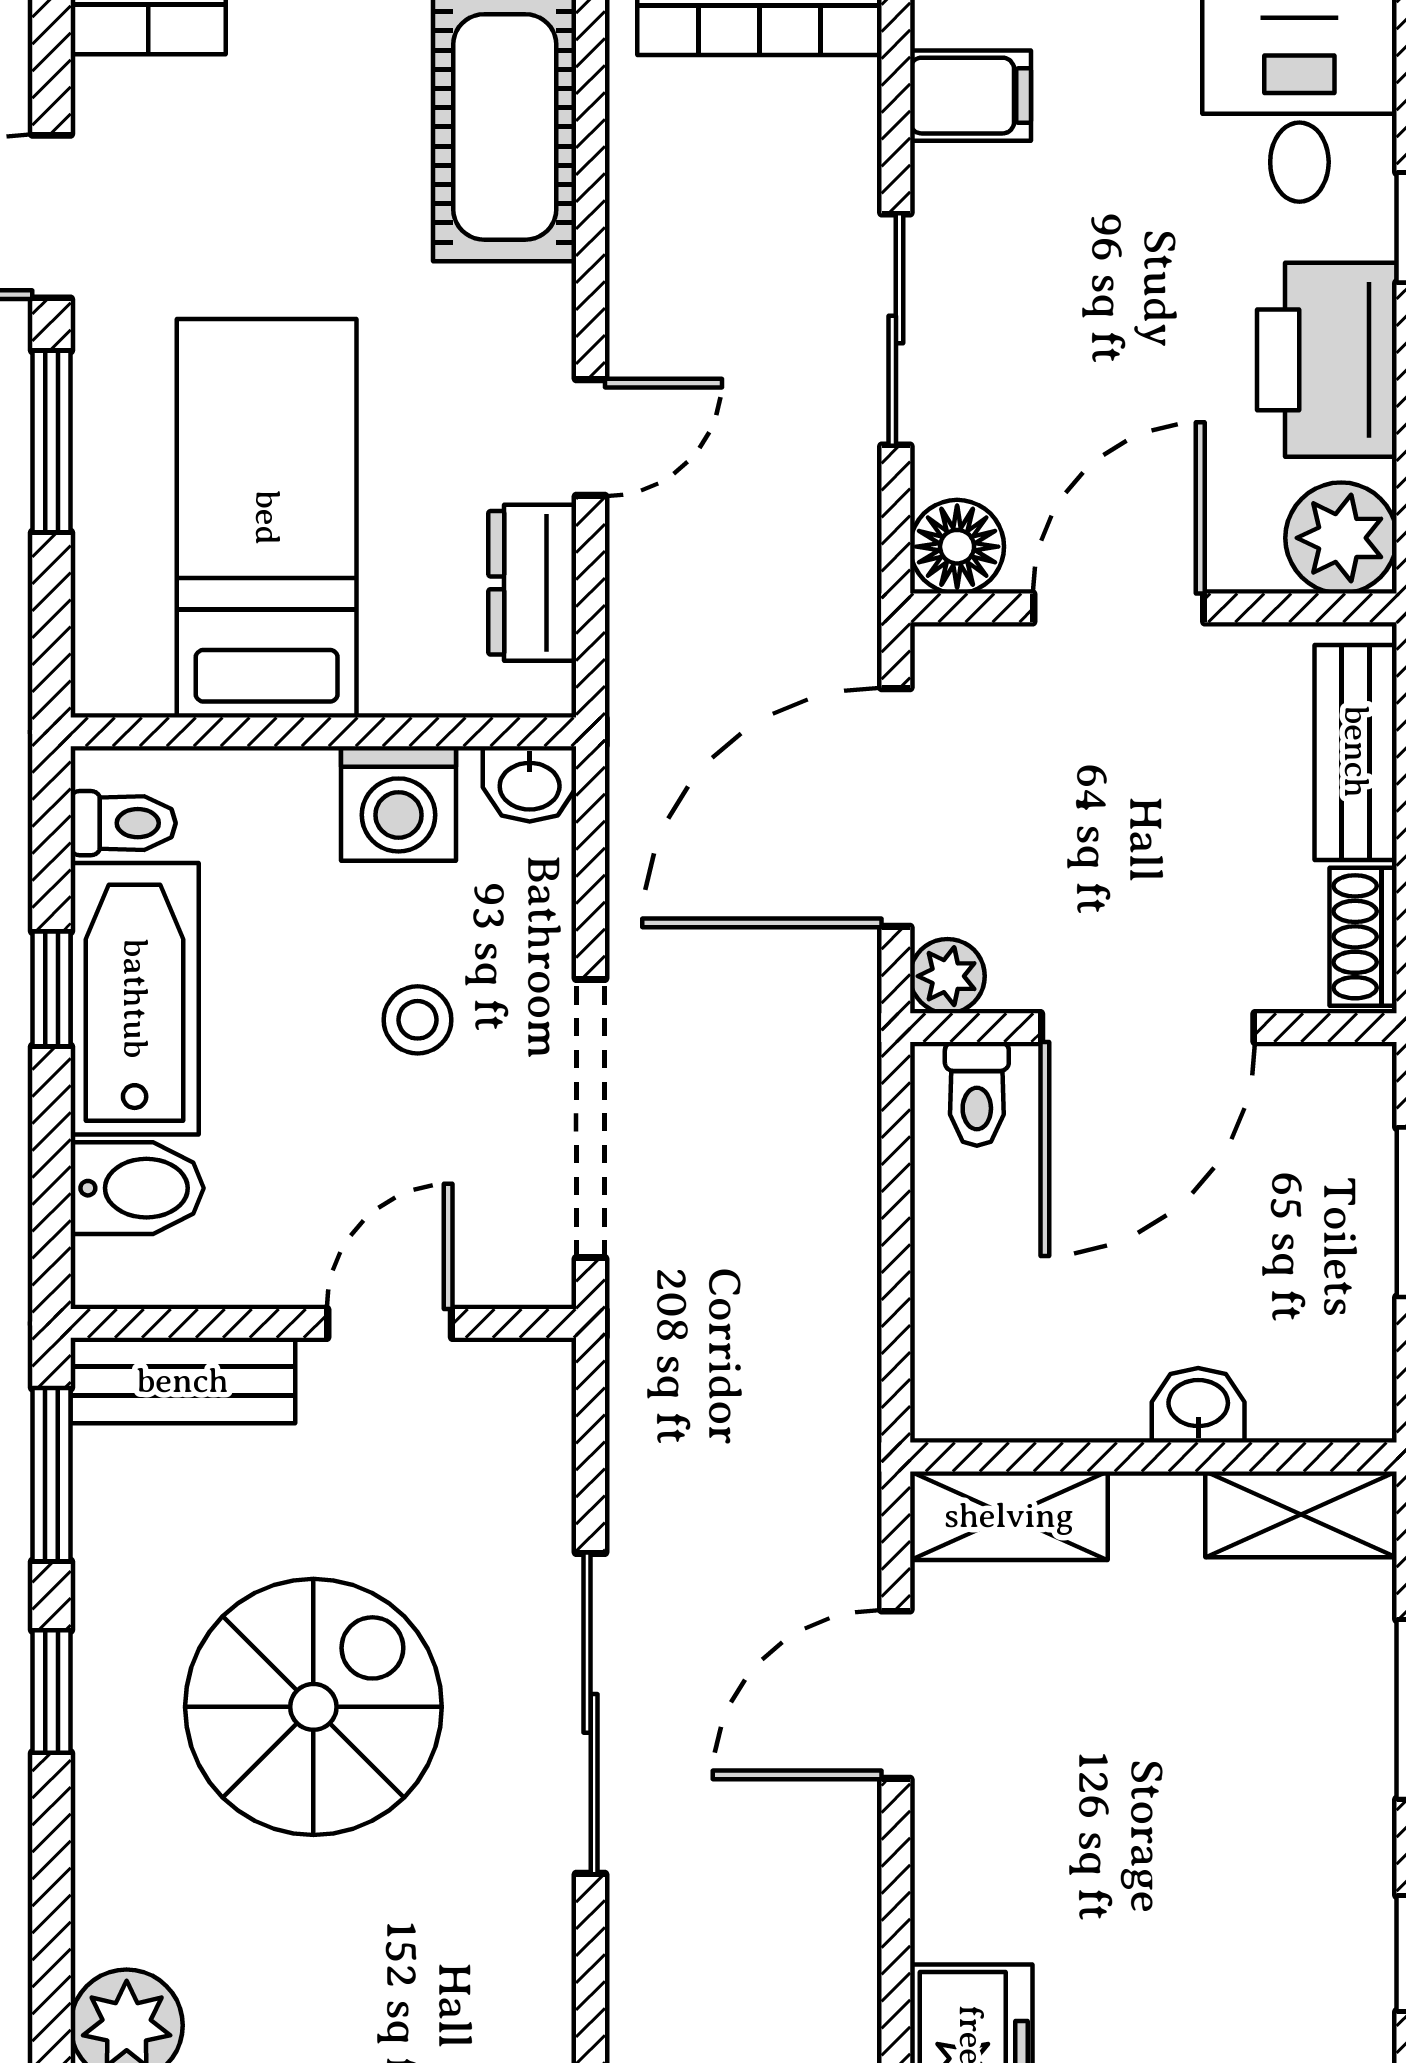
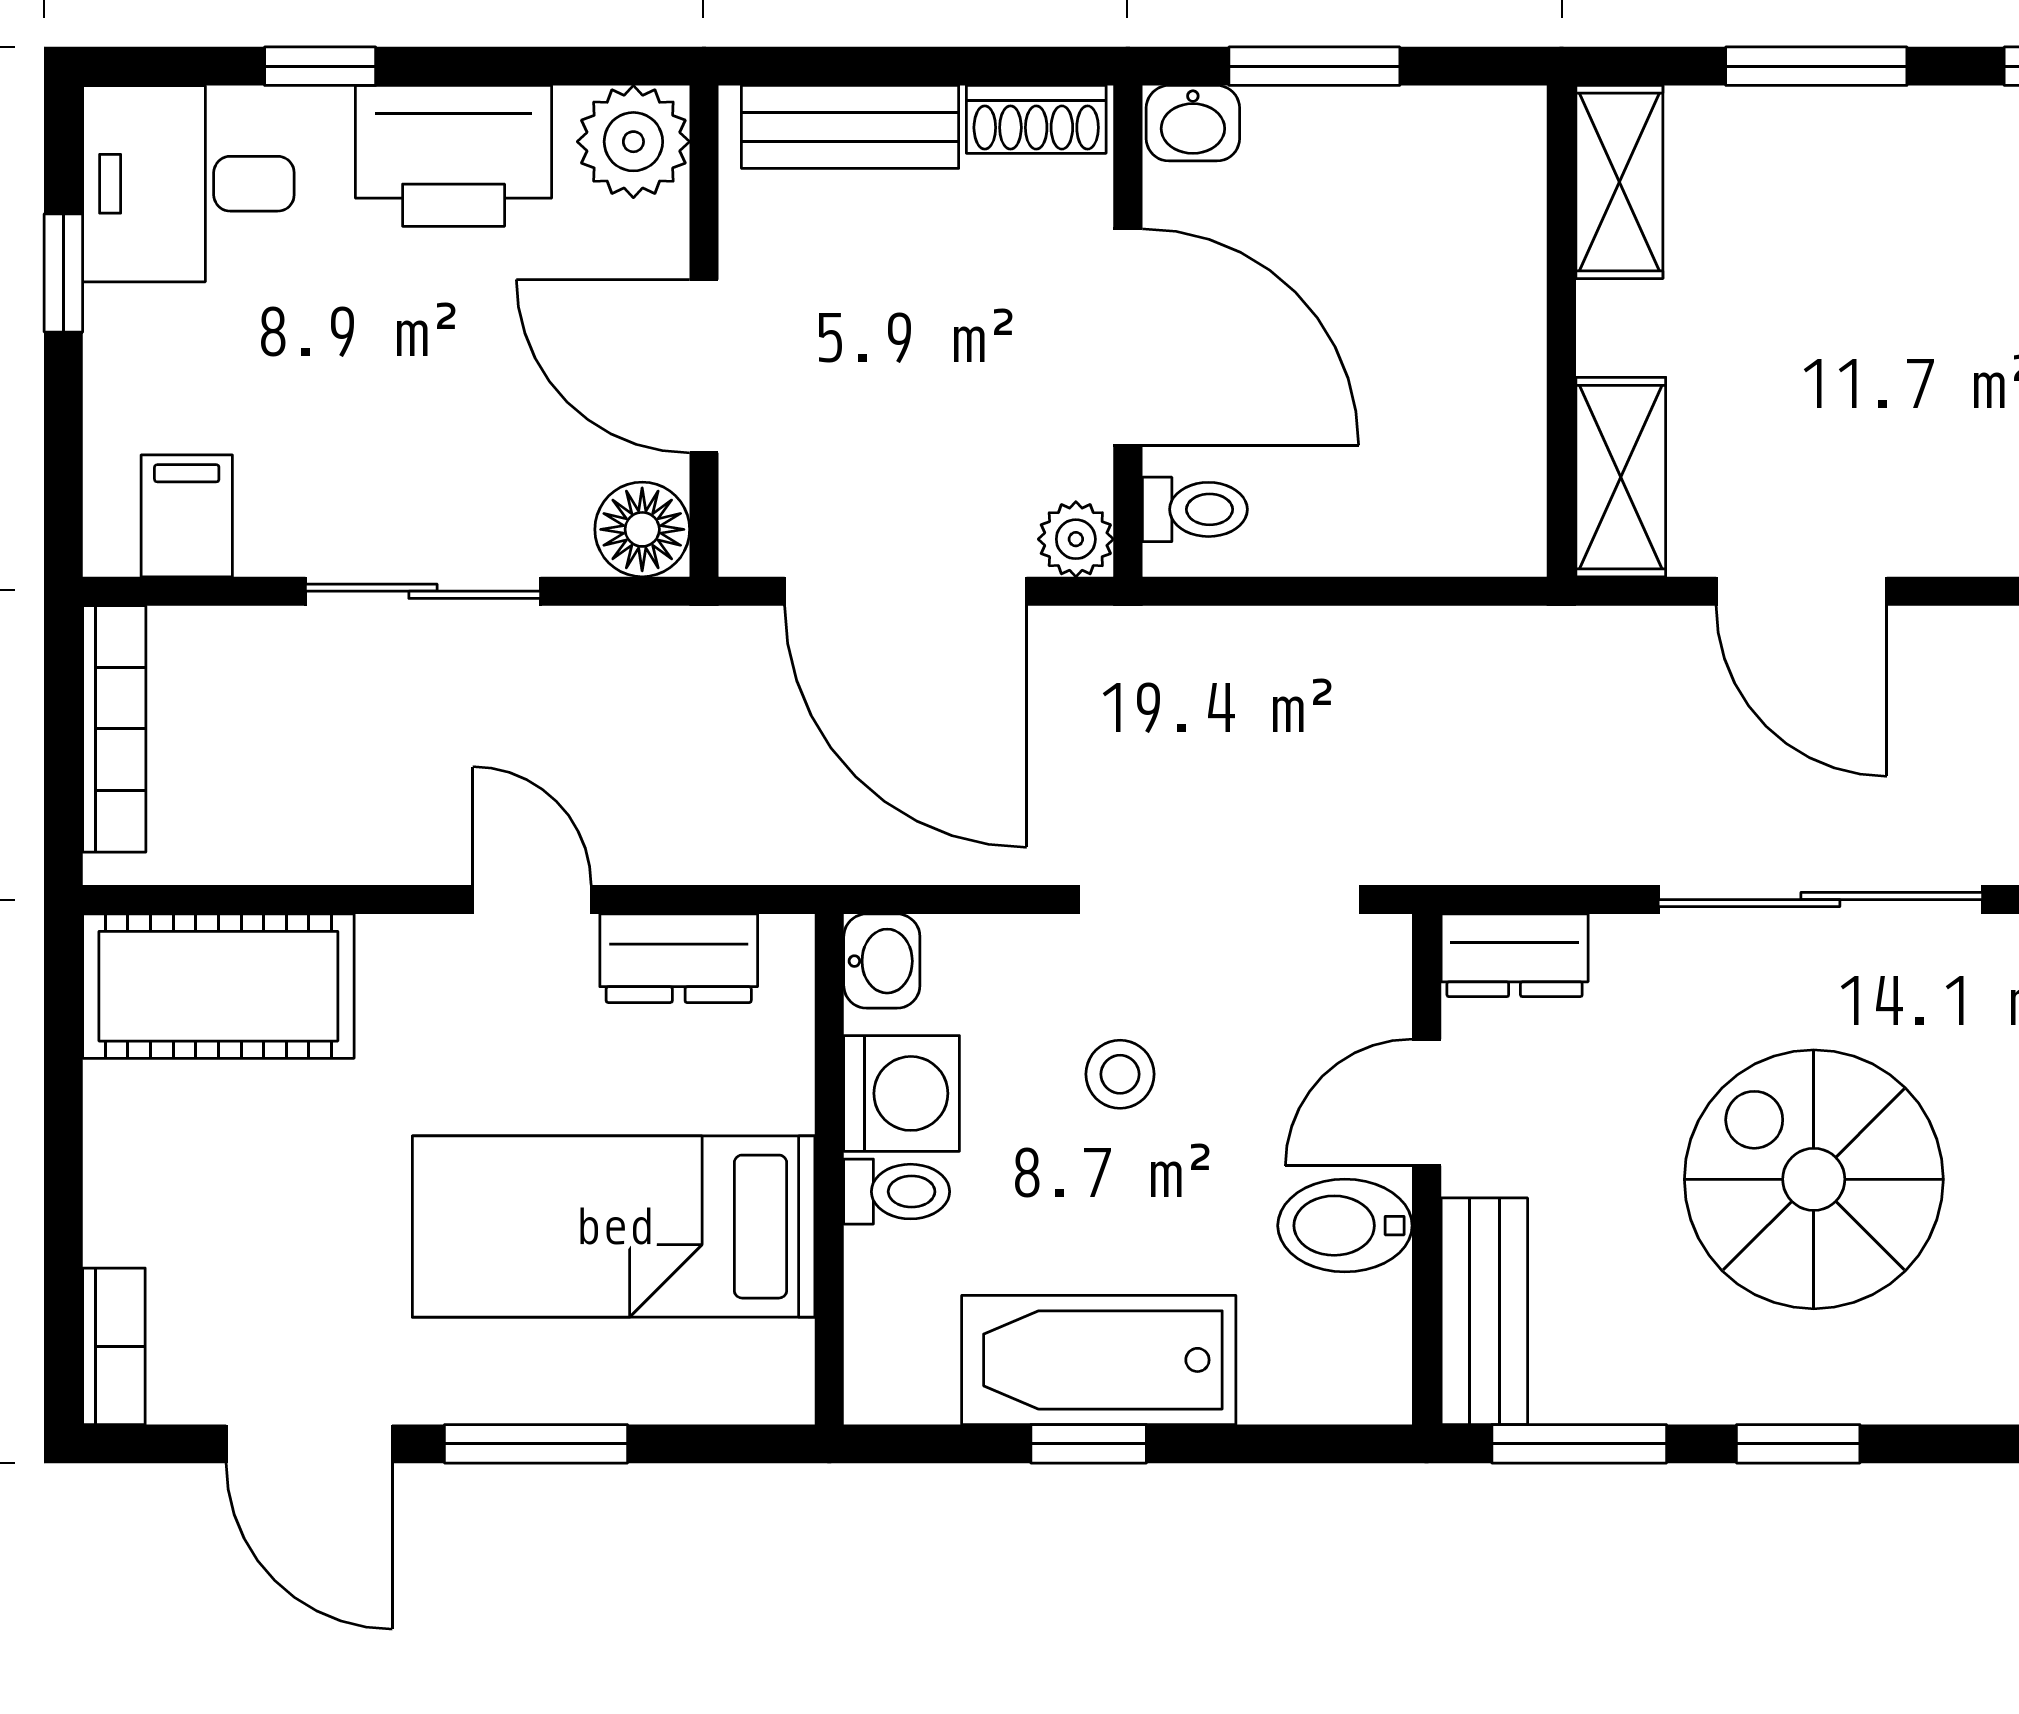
toilet: (123, 823) -> (897, 1192), moved, turned 90
bidet: (137, 1188) -> (1345, 1226), moved, turned -90
door: (390, 1323) -> (1427, 1102), hinge flipped
washbasin: (1198, 1405) -> (1193, 123), moved, turned -90
dresser: (535, 1411) -> (1515, 955), added

